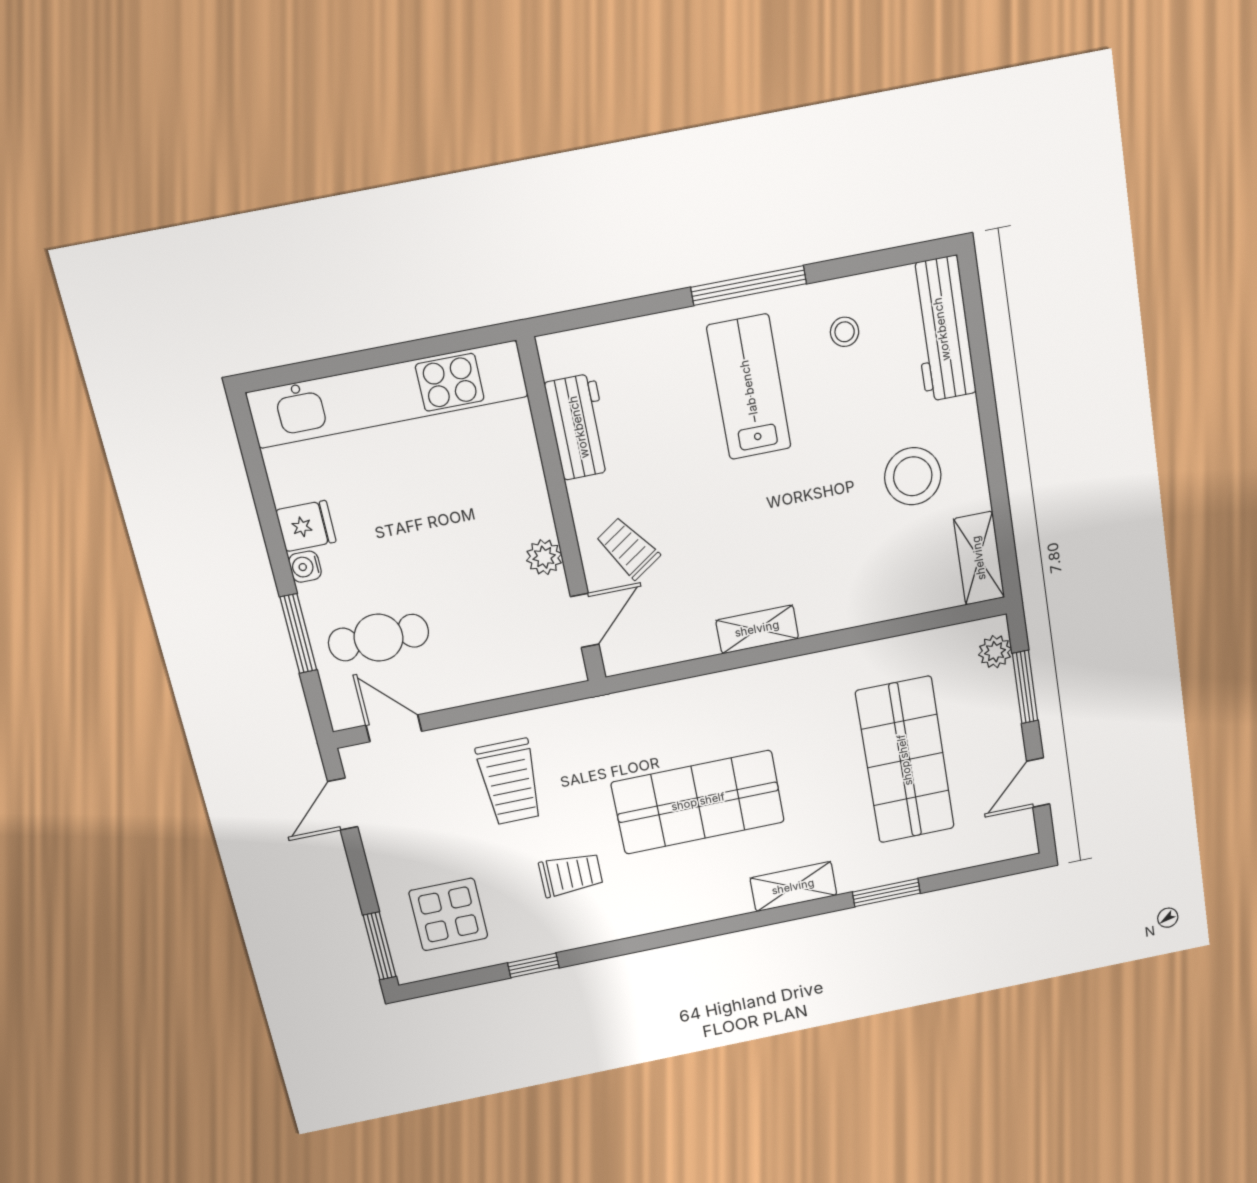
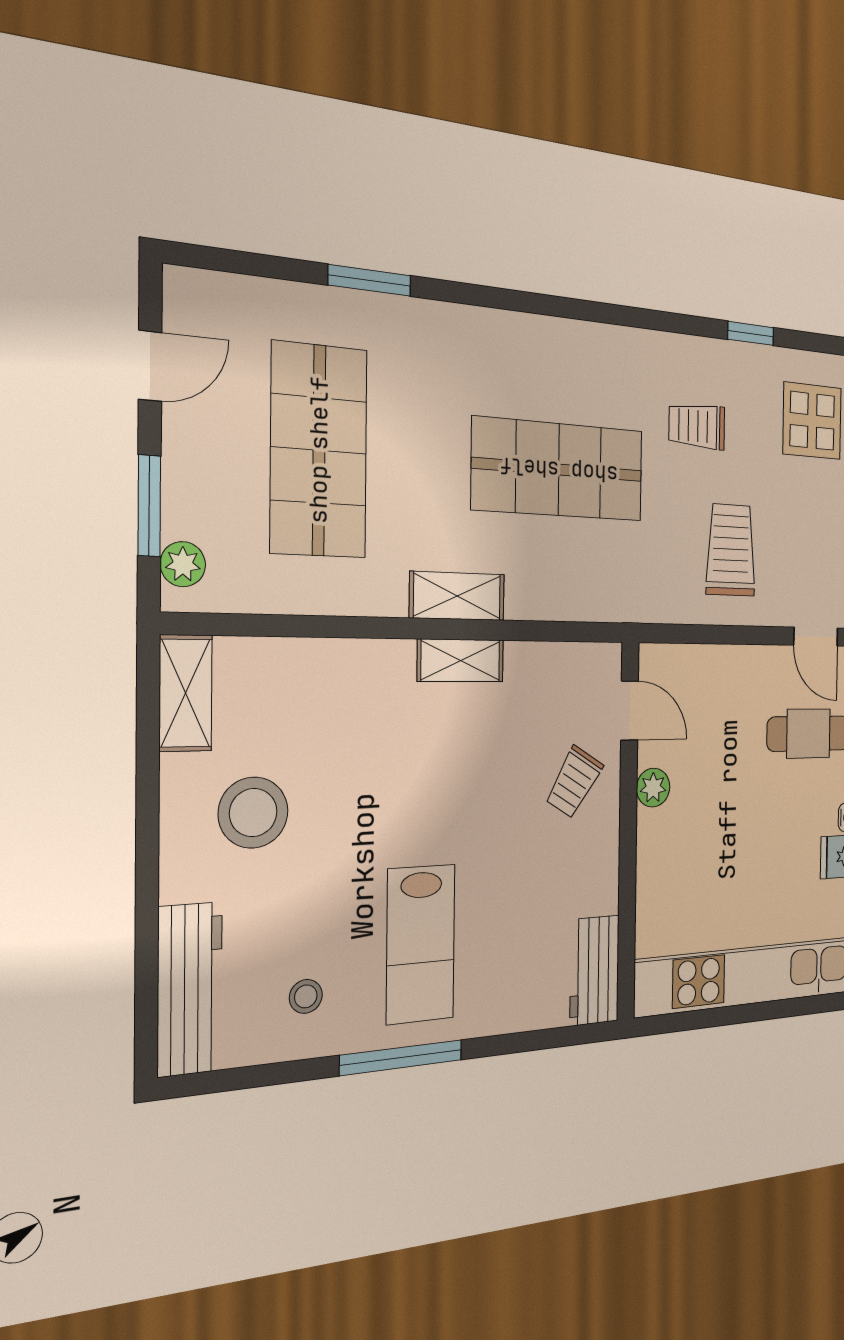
workbench: (579, 427) -> (595, 970), moved
trolley: (628, 548) -> (574, 782), turned 66
door: (585, 620) -> (630, 711), swing flipped
shelving: (793, 887) -> (457, 596), moved

